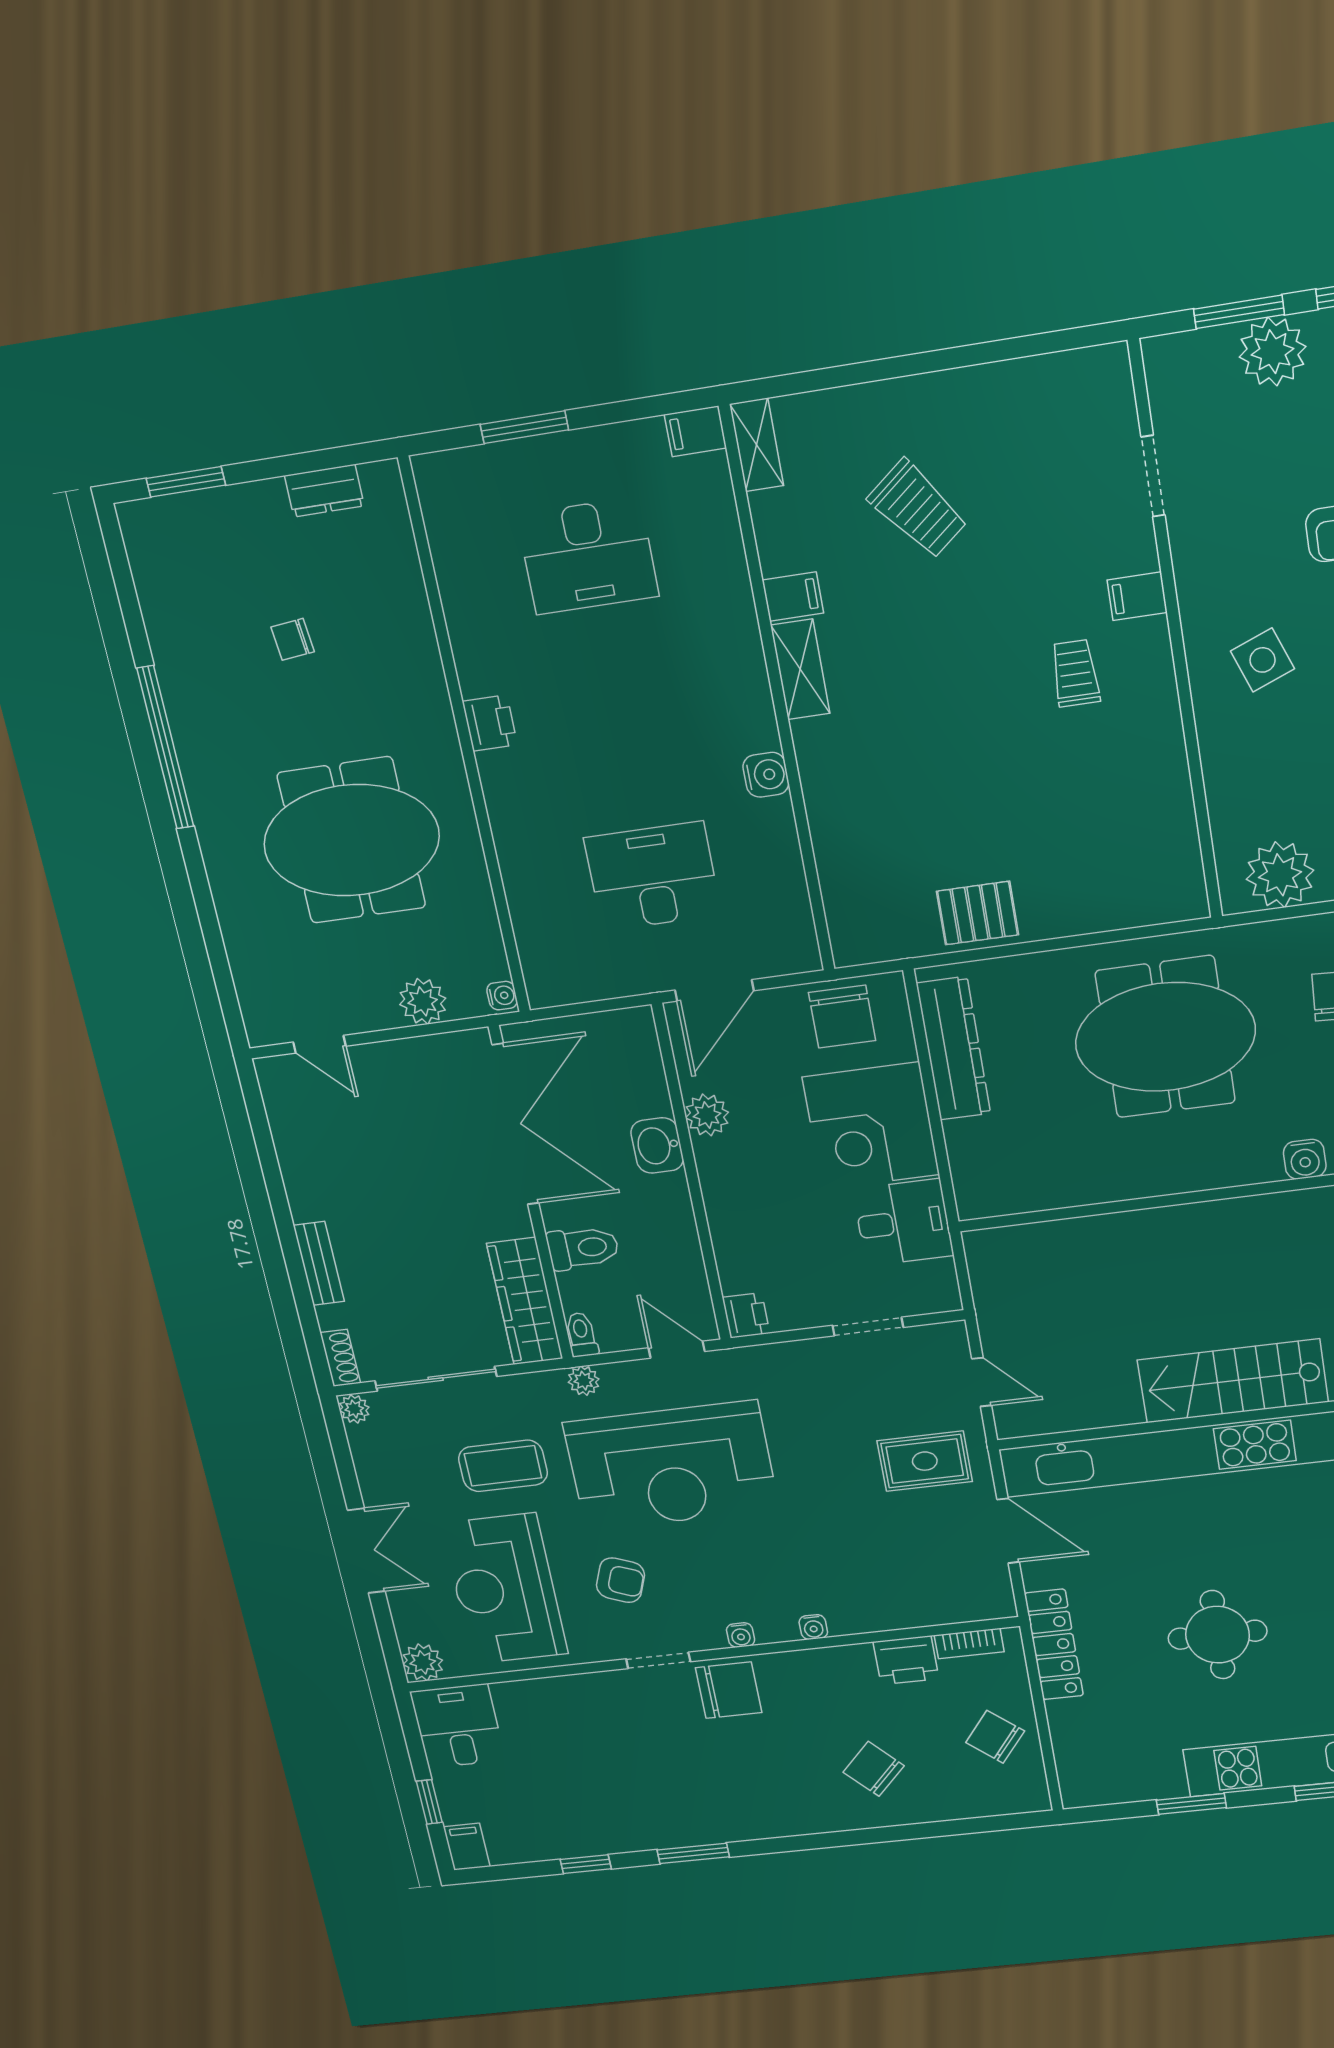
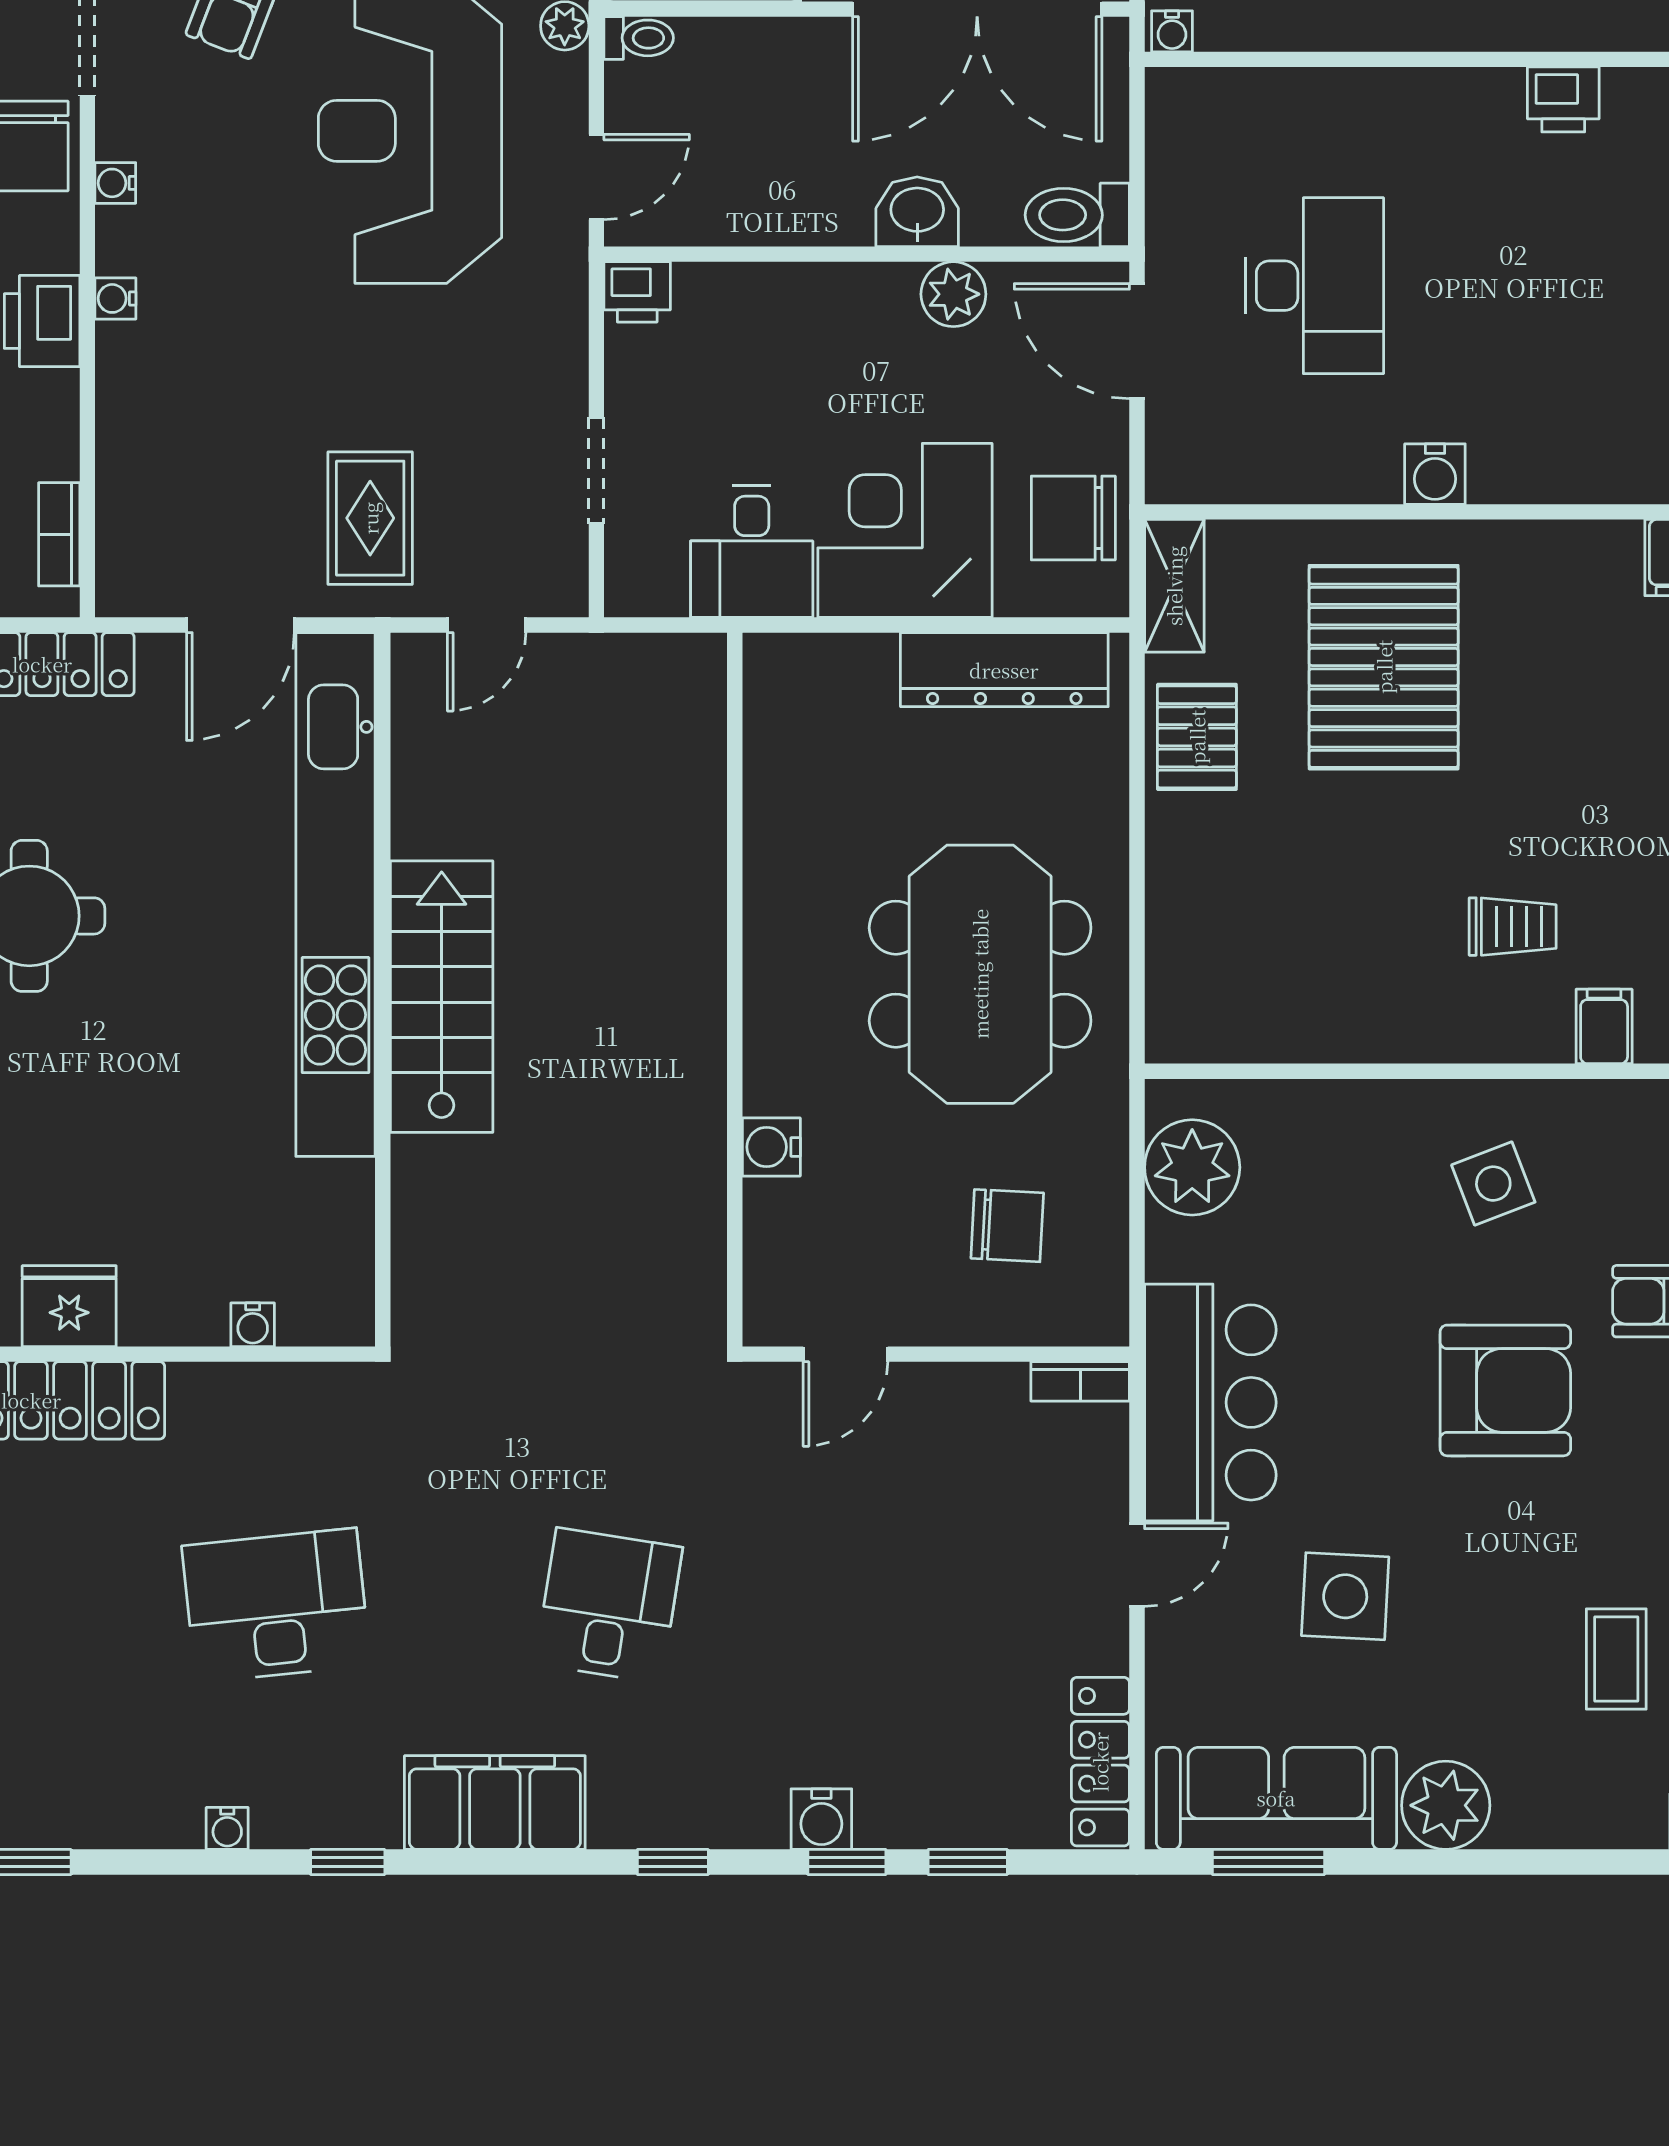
shelving: (800, 669) -> (1174, 586), moved, turned 90
pallet: (907, 791) -> (1384, 667), added
toilet: (583, 1248) -> (1077, 215), moved, turned 90
printer: (906, 1660) -> (42, 321), moved

